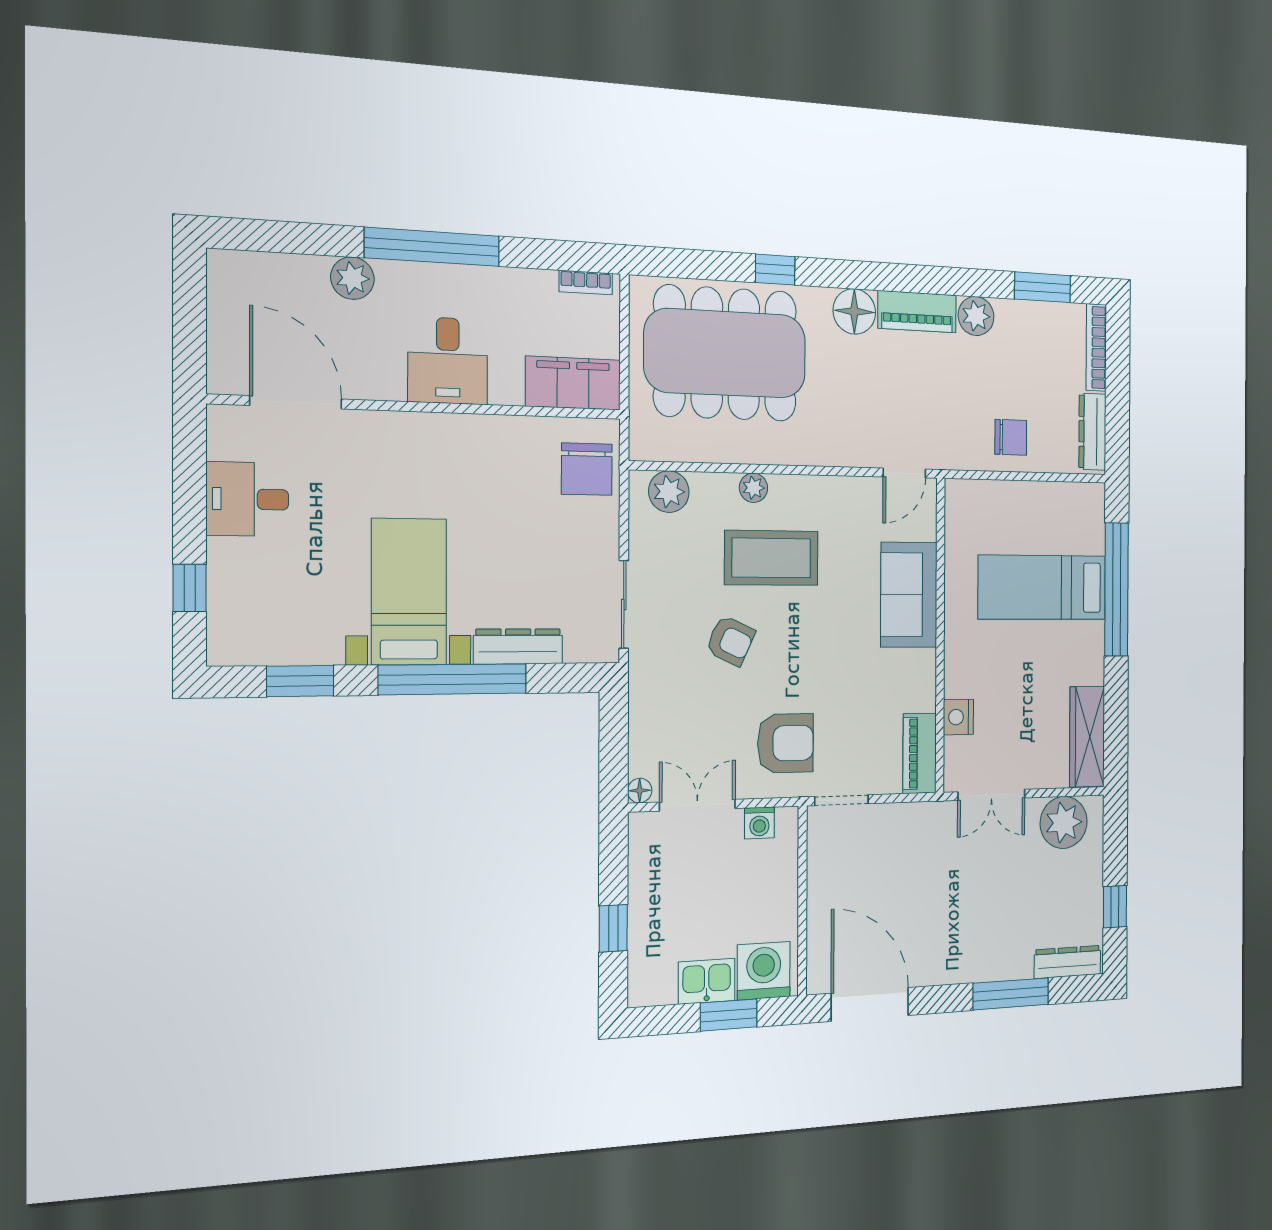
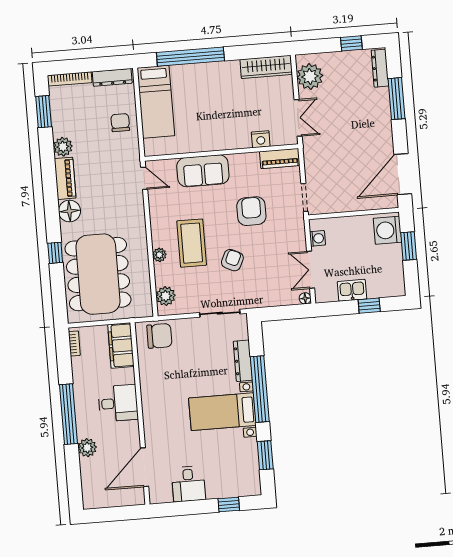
bed: (1042, 587) -> (156, 102), moved
armchair: (785, 743) -> (251, 211), moved
kitchen sink: (707, 981) -> (352, 290), moved, turned 90

